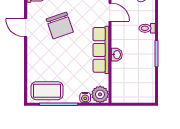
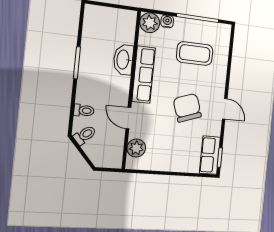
toilet: (147, 28) -> (84, 110), moved
washbasin: (117, 55) -> (123, 60), width x1.91, depth x1.45
coffee table: (47, 91) -> (195, 54), moved

